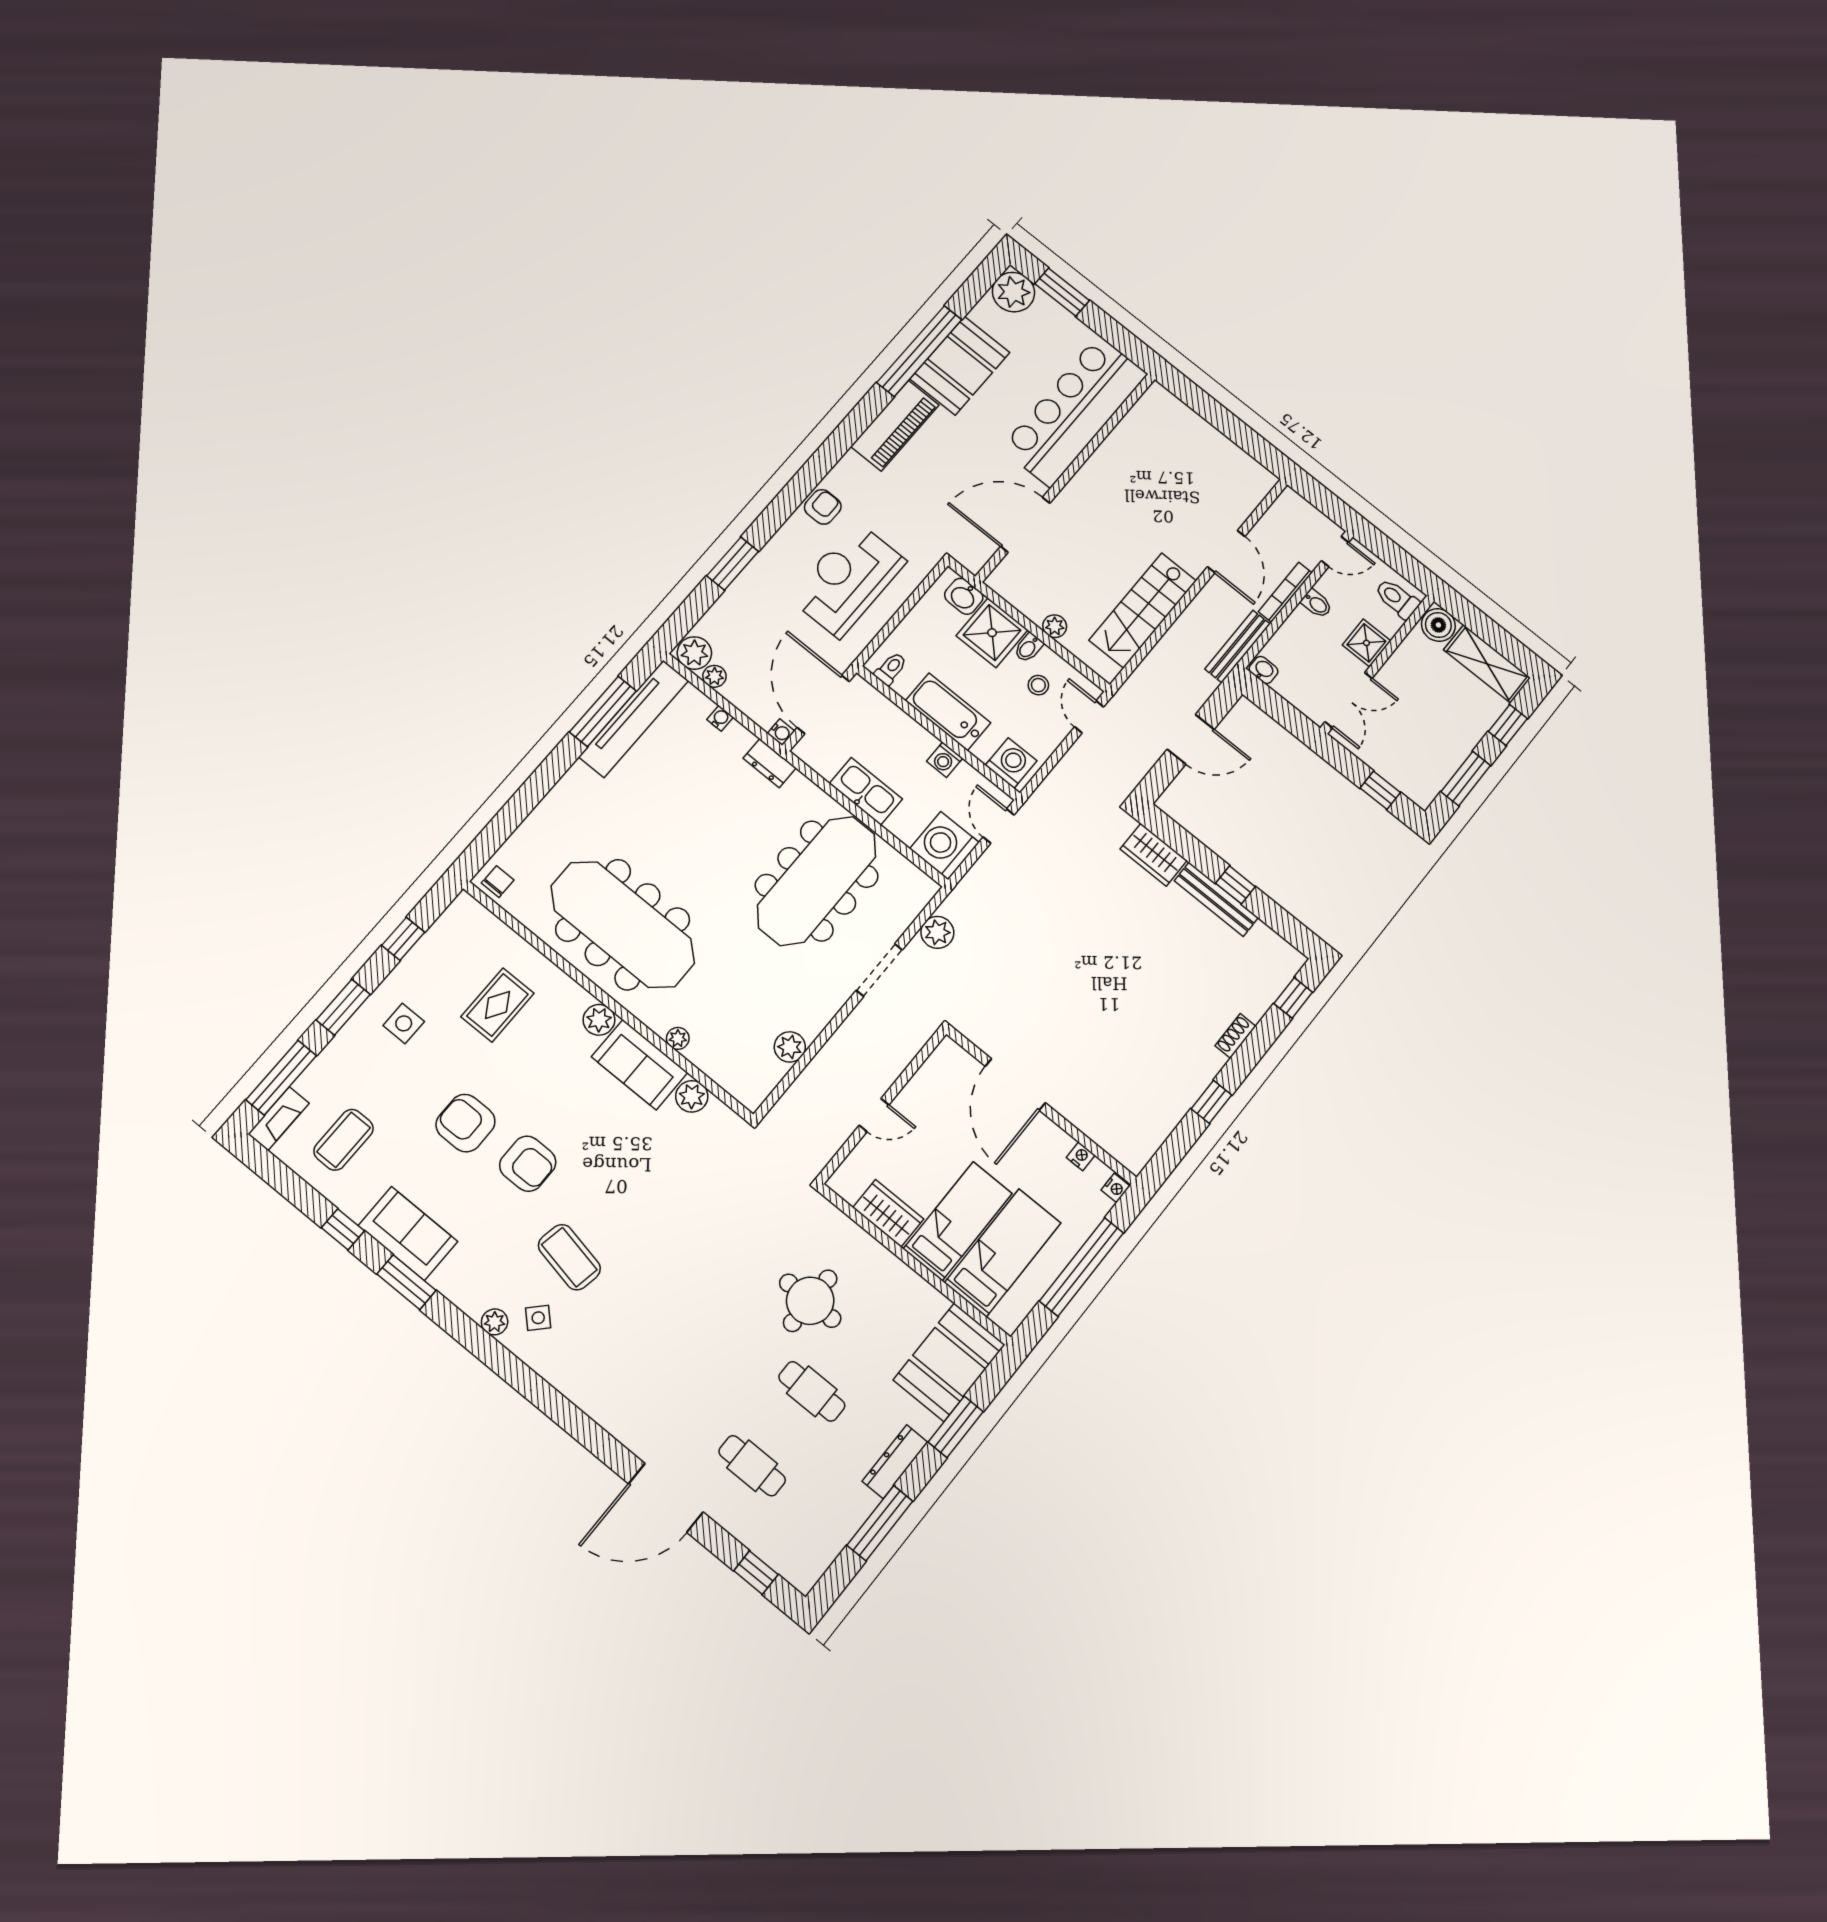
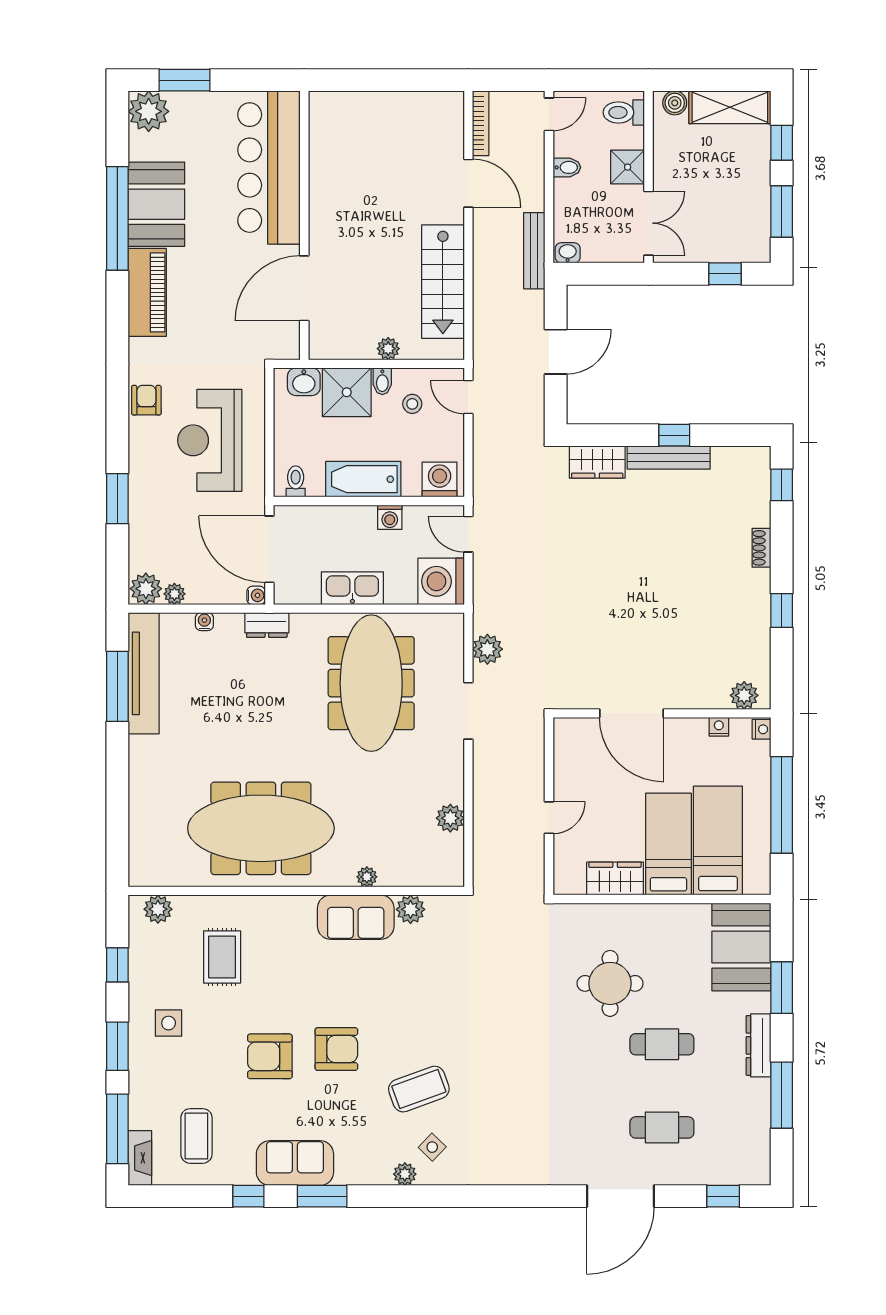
bookcase: (1285, 592) -> (481, 123), moved, turned 180
boiler: (1438, 625) -> (675, 103), width x0.73, depth x0.73
chair: (498, 882) -> (148, 870), removed
plant: (599, 1020) -> (158, 909), moved
plant: (1123, 1147) -> (744, 695), added
coffee table: (569, 1257) -> (419, 1089), turned -31

